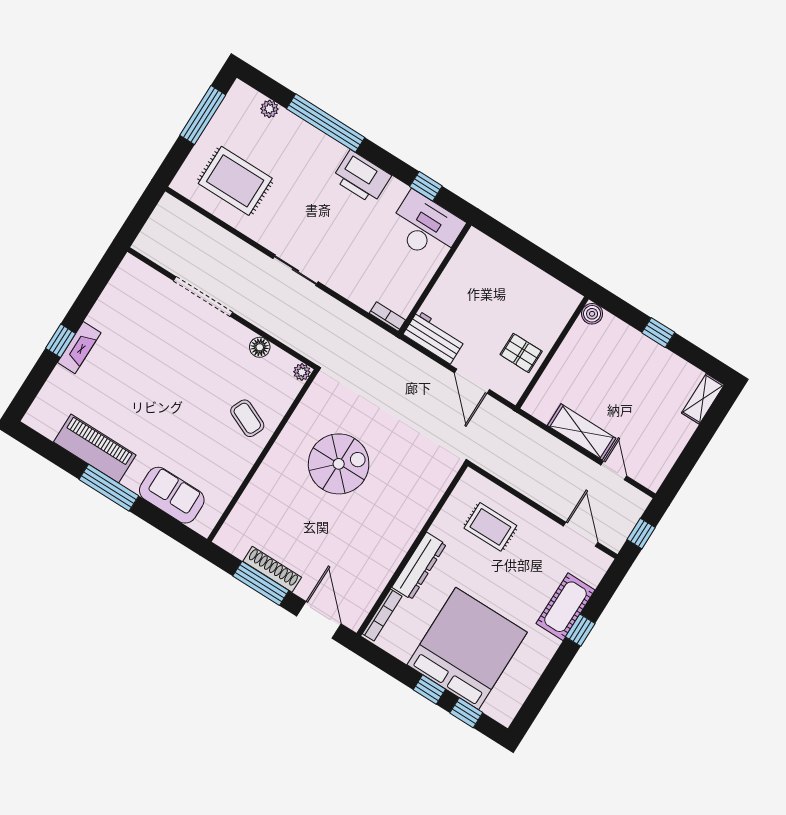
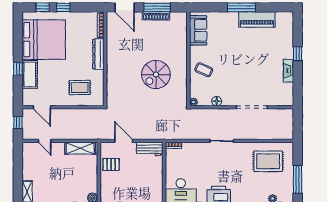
fireplace: (79, 348) -> (288, 71), moved
shelving: (582, 432) -> (80, 148), moved
sofa: (172, 495) -> (198, 30), moved, turned -90
bed: (467, 648) -> (44, 40), moved, turned -90

